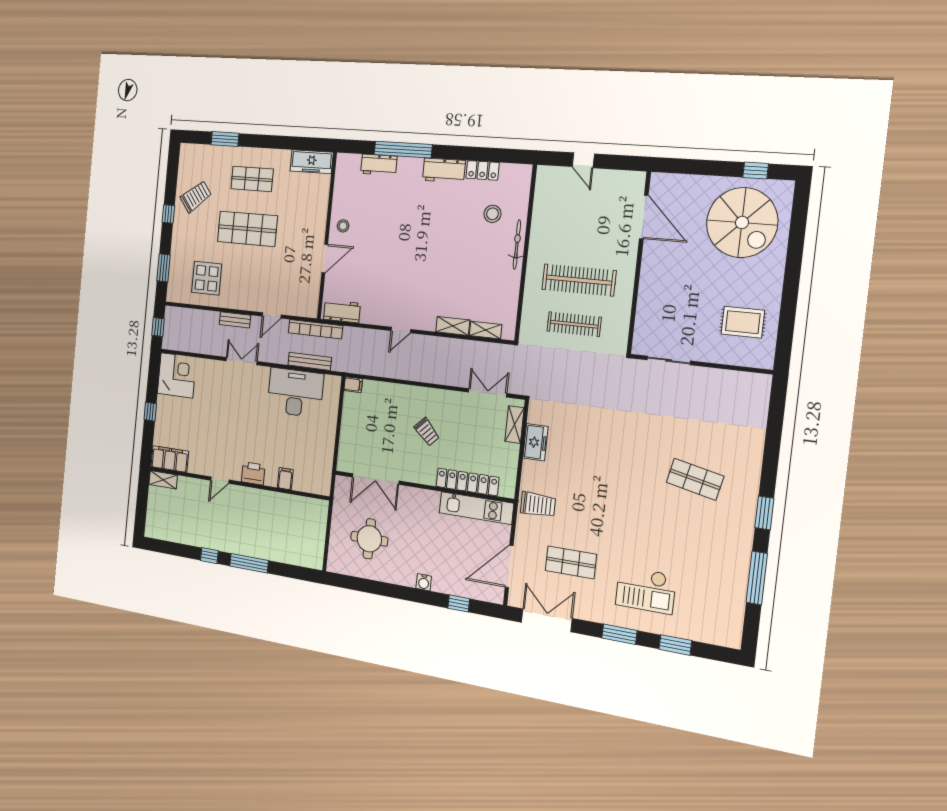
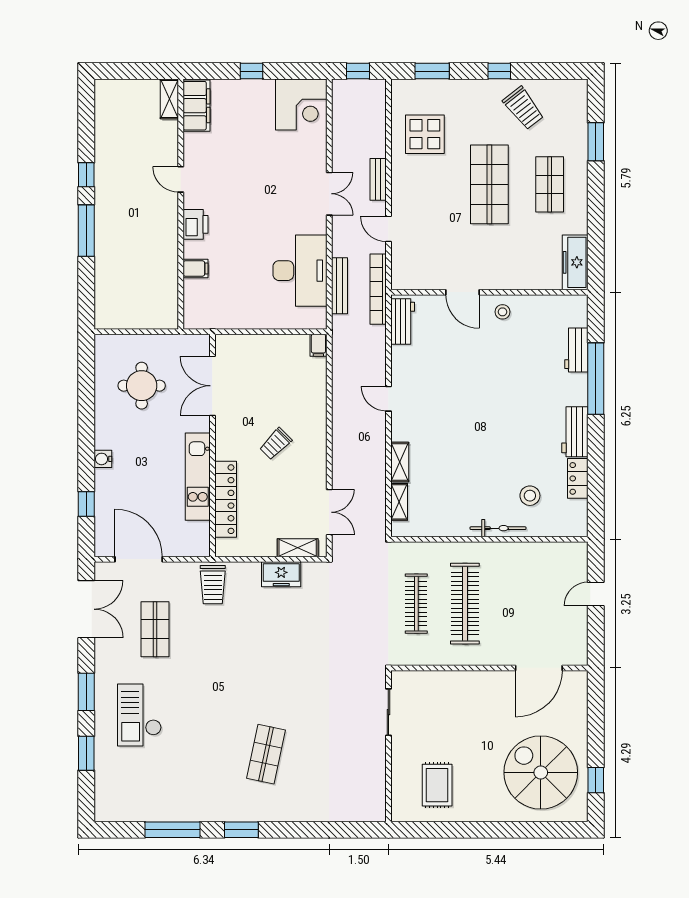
spiral stairs: (742, 223) -> (541, 772), turned 90
kitchen unit: (476, 508) -> (198, 477), moved

